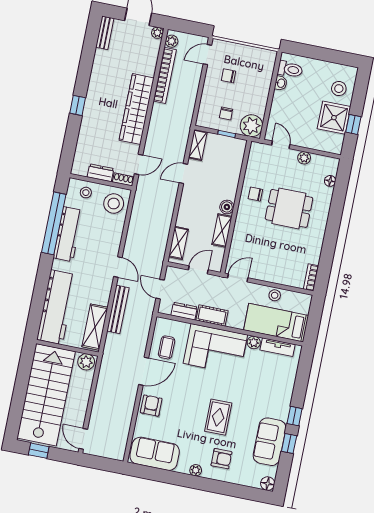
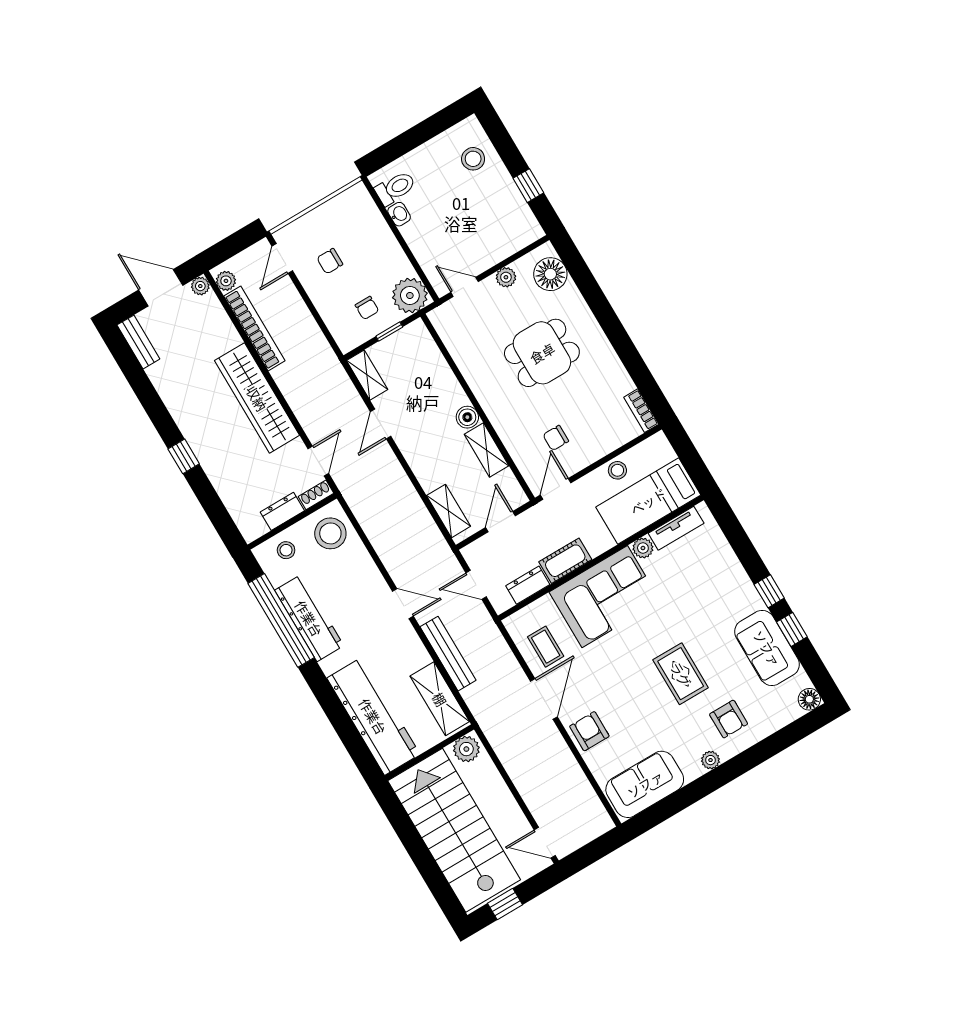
shower: (334, 118) -> (498, 198), removed
floor lamp: (330, 181) -> (550, 274), width x1.89, depth x1.89
chair: (255, 194) -> (556, 438), moved
armchair: (221, 459) -> (729, 719), turned 90

